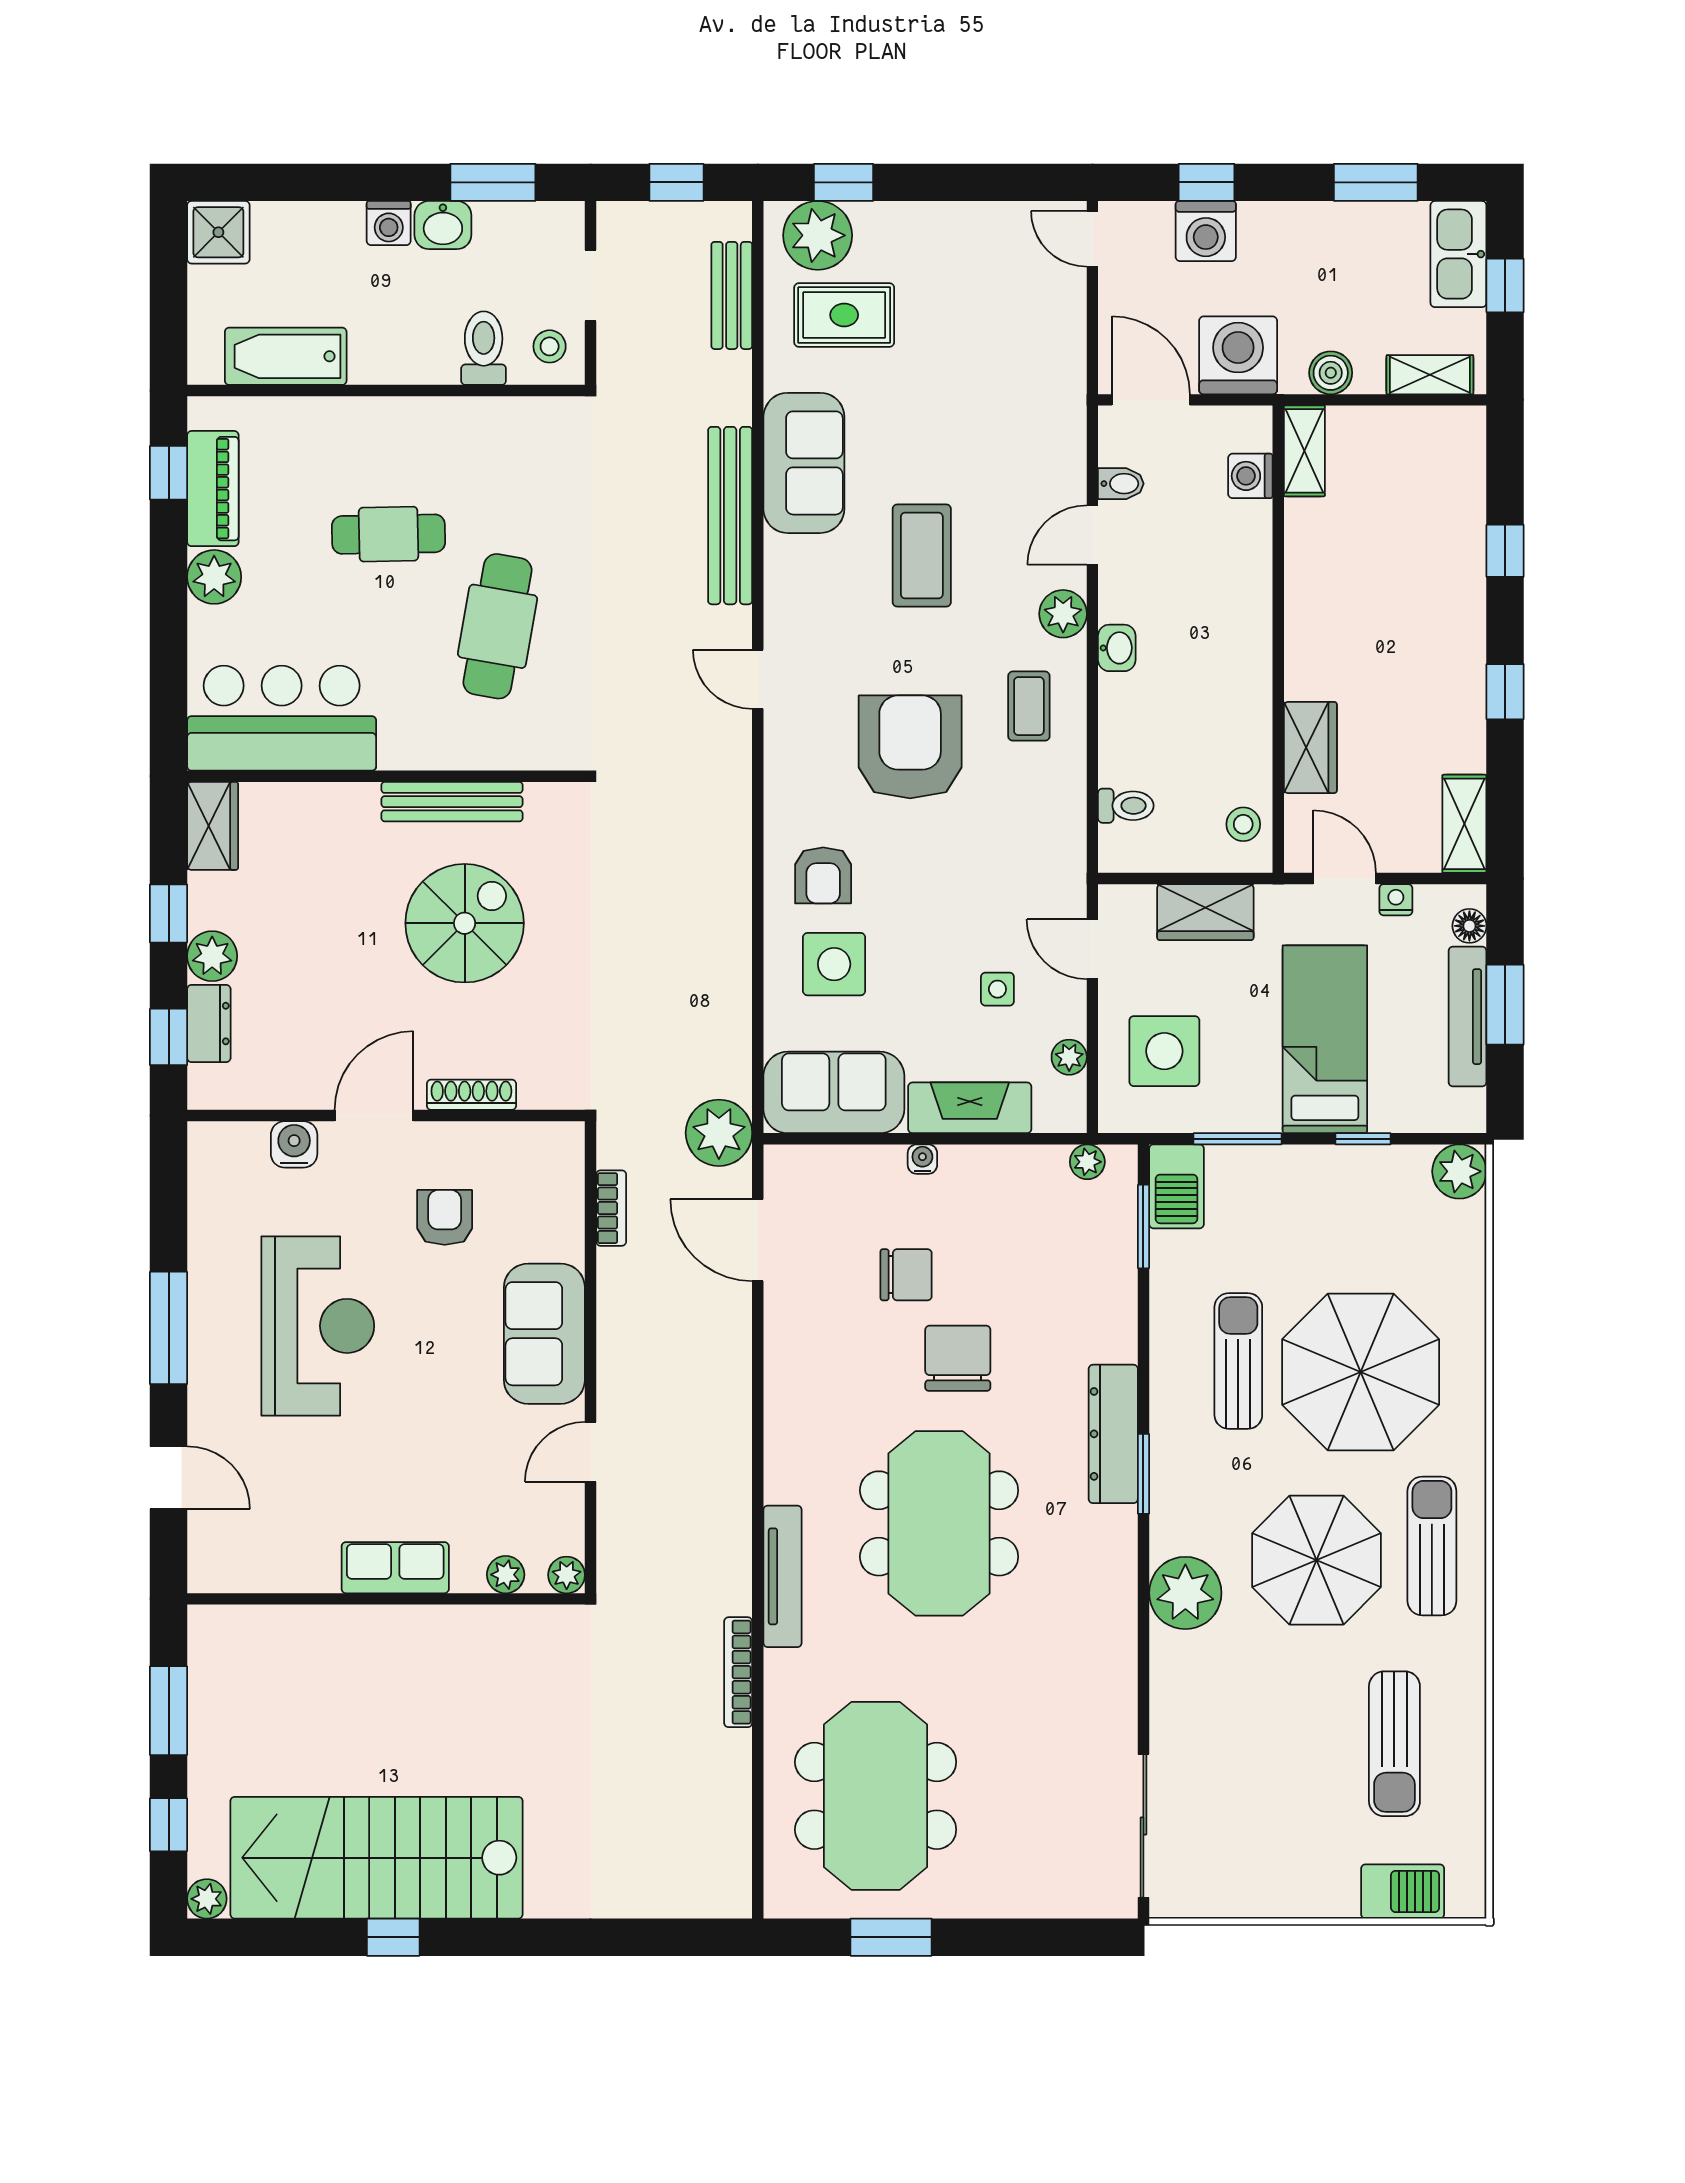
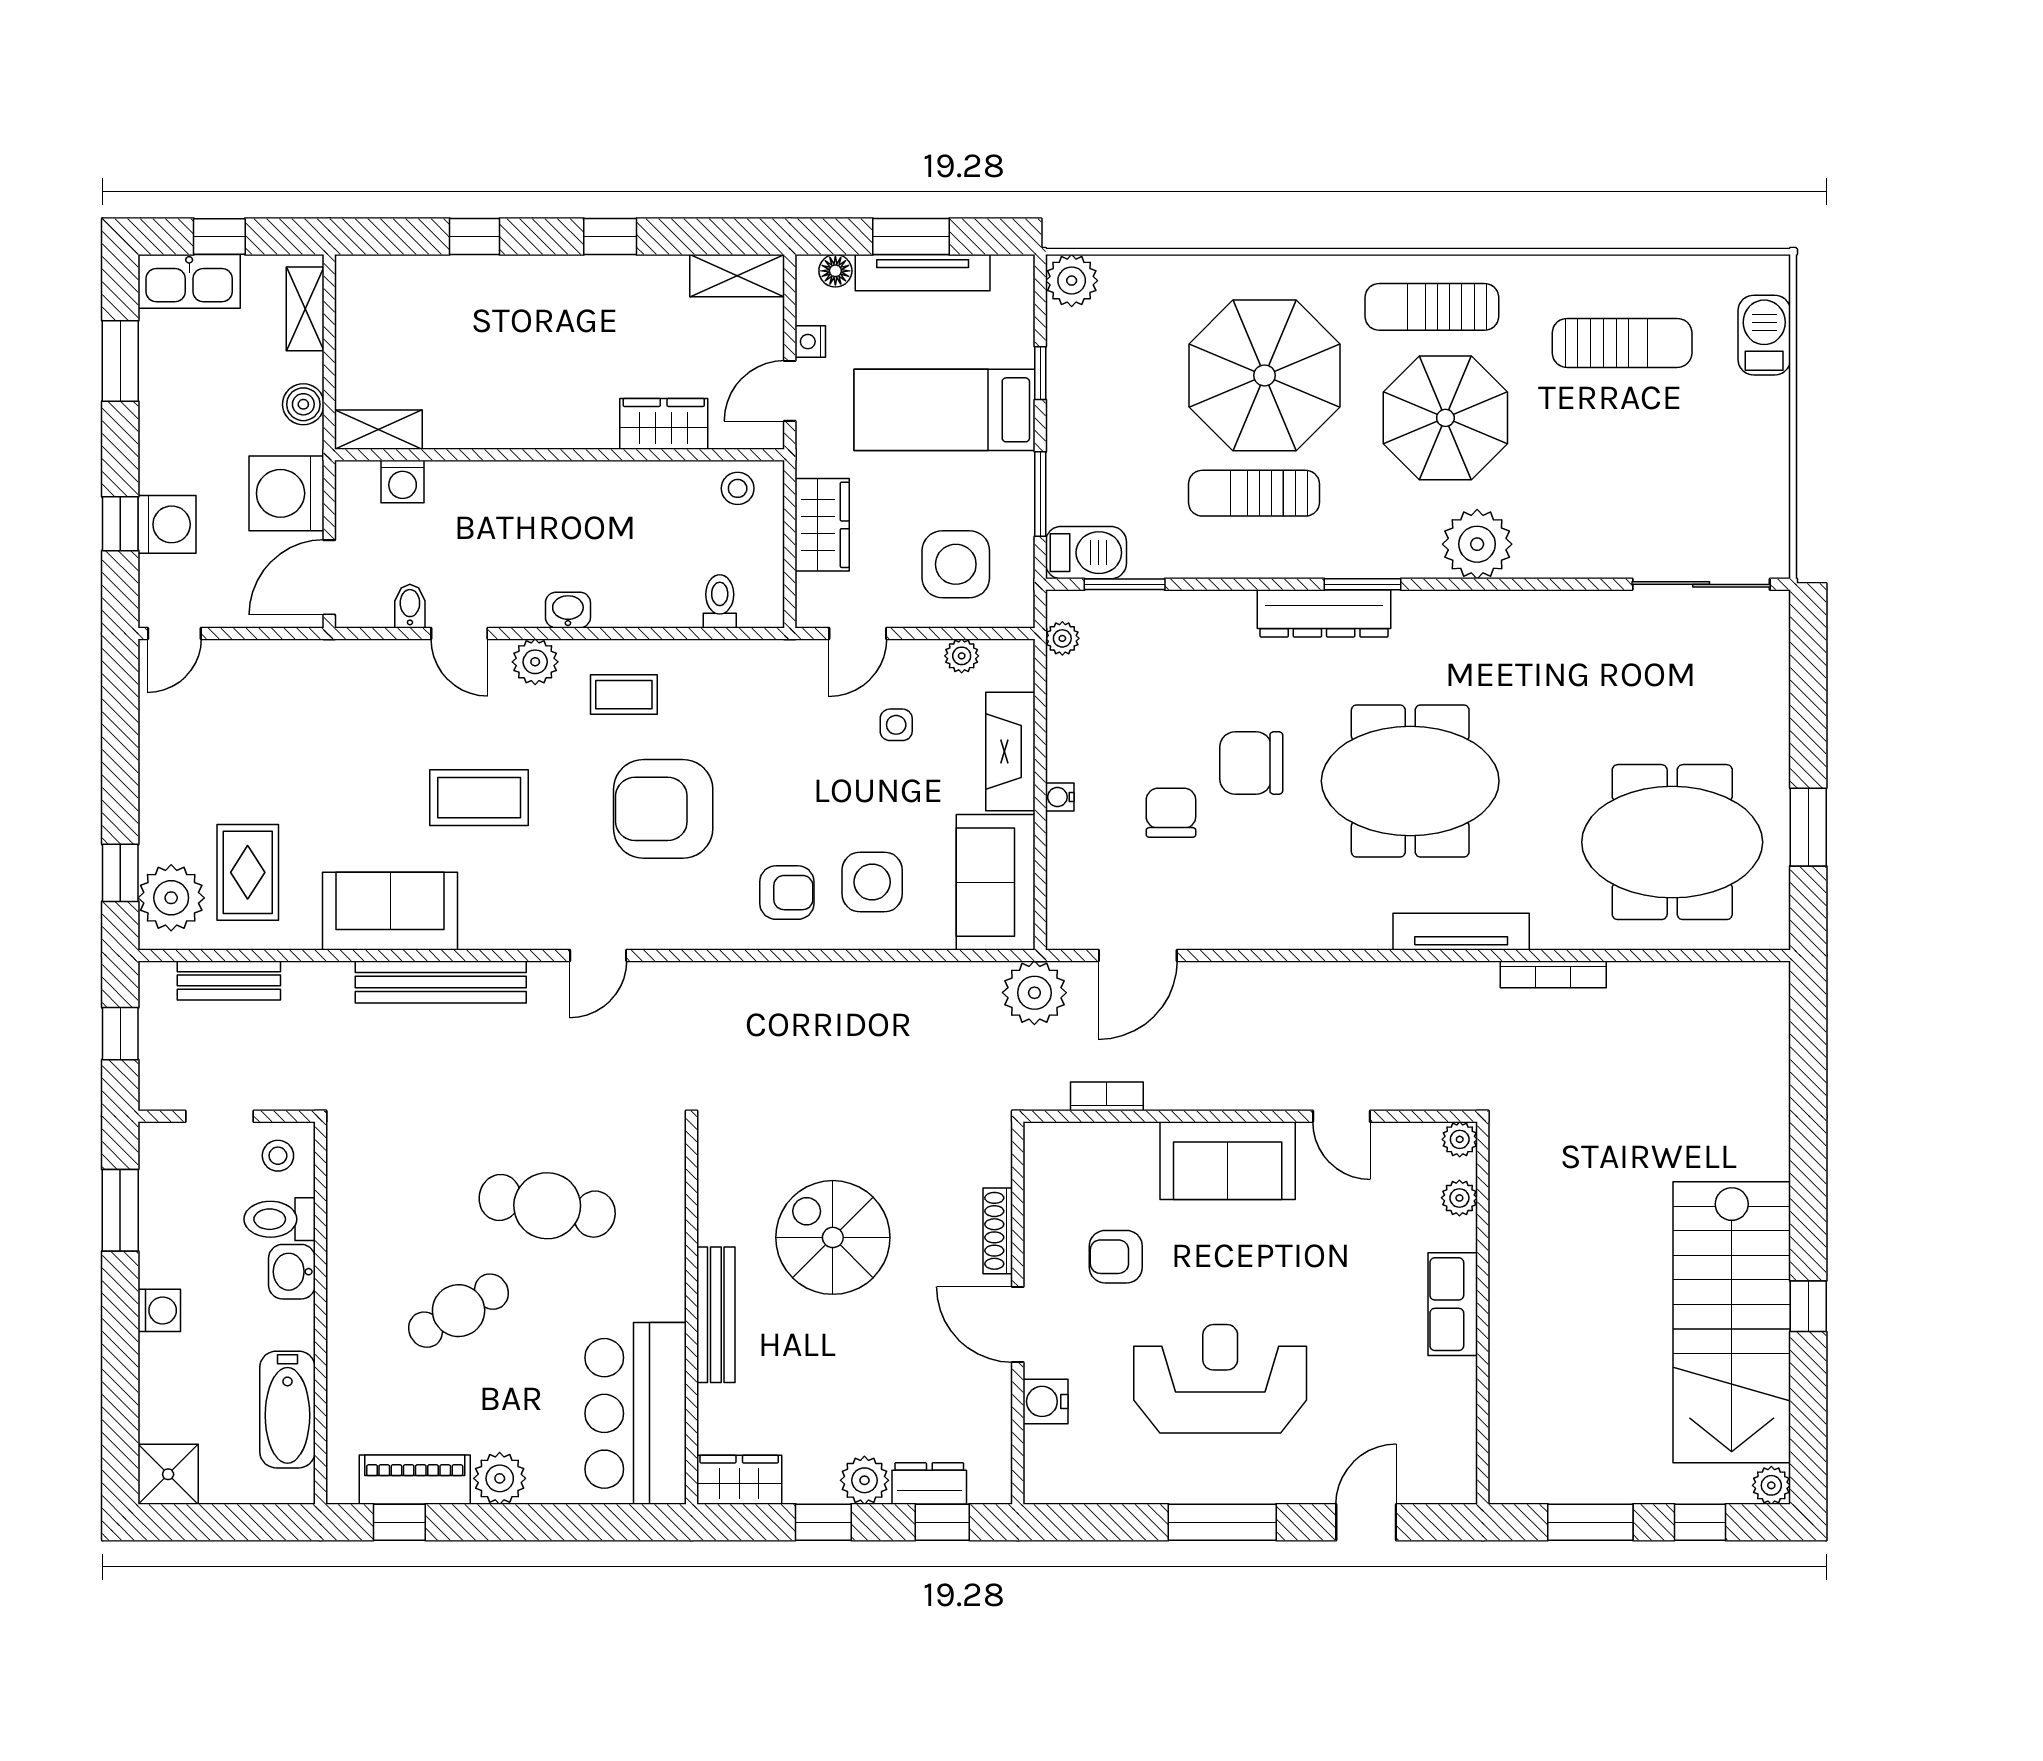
washbasin: (443, 225) -> (292, 1272), moved, turned 180
cafe table: (389, 534) -> (459, 1311), turned 61
bench: (452, 802) -> (716, 1315), moved

